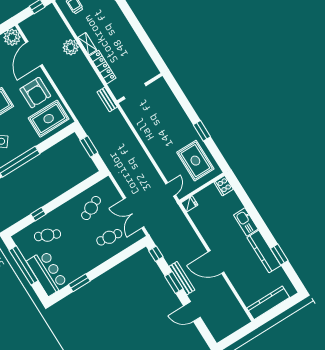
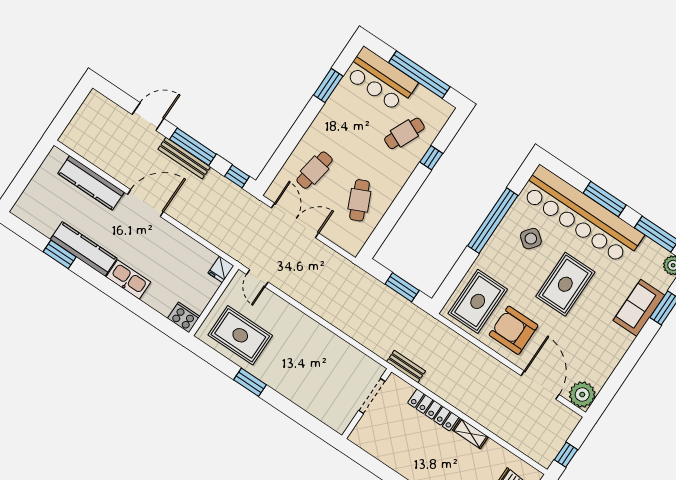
plant: (71, 47) -> (492, 418), removed
window: (174, 282) -> (193, 147), width x1.44
kitchen counter: (268, 303) -> (91, 183), moved, turned 90

